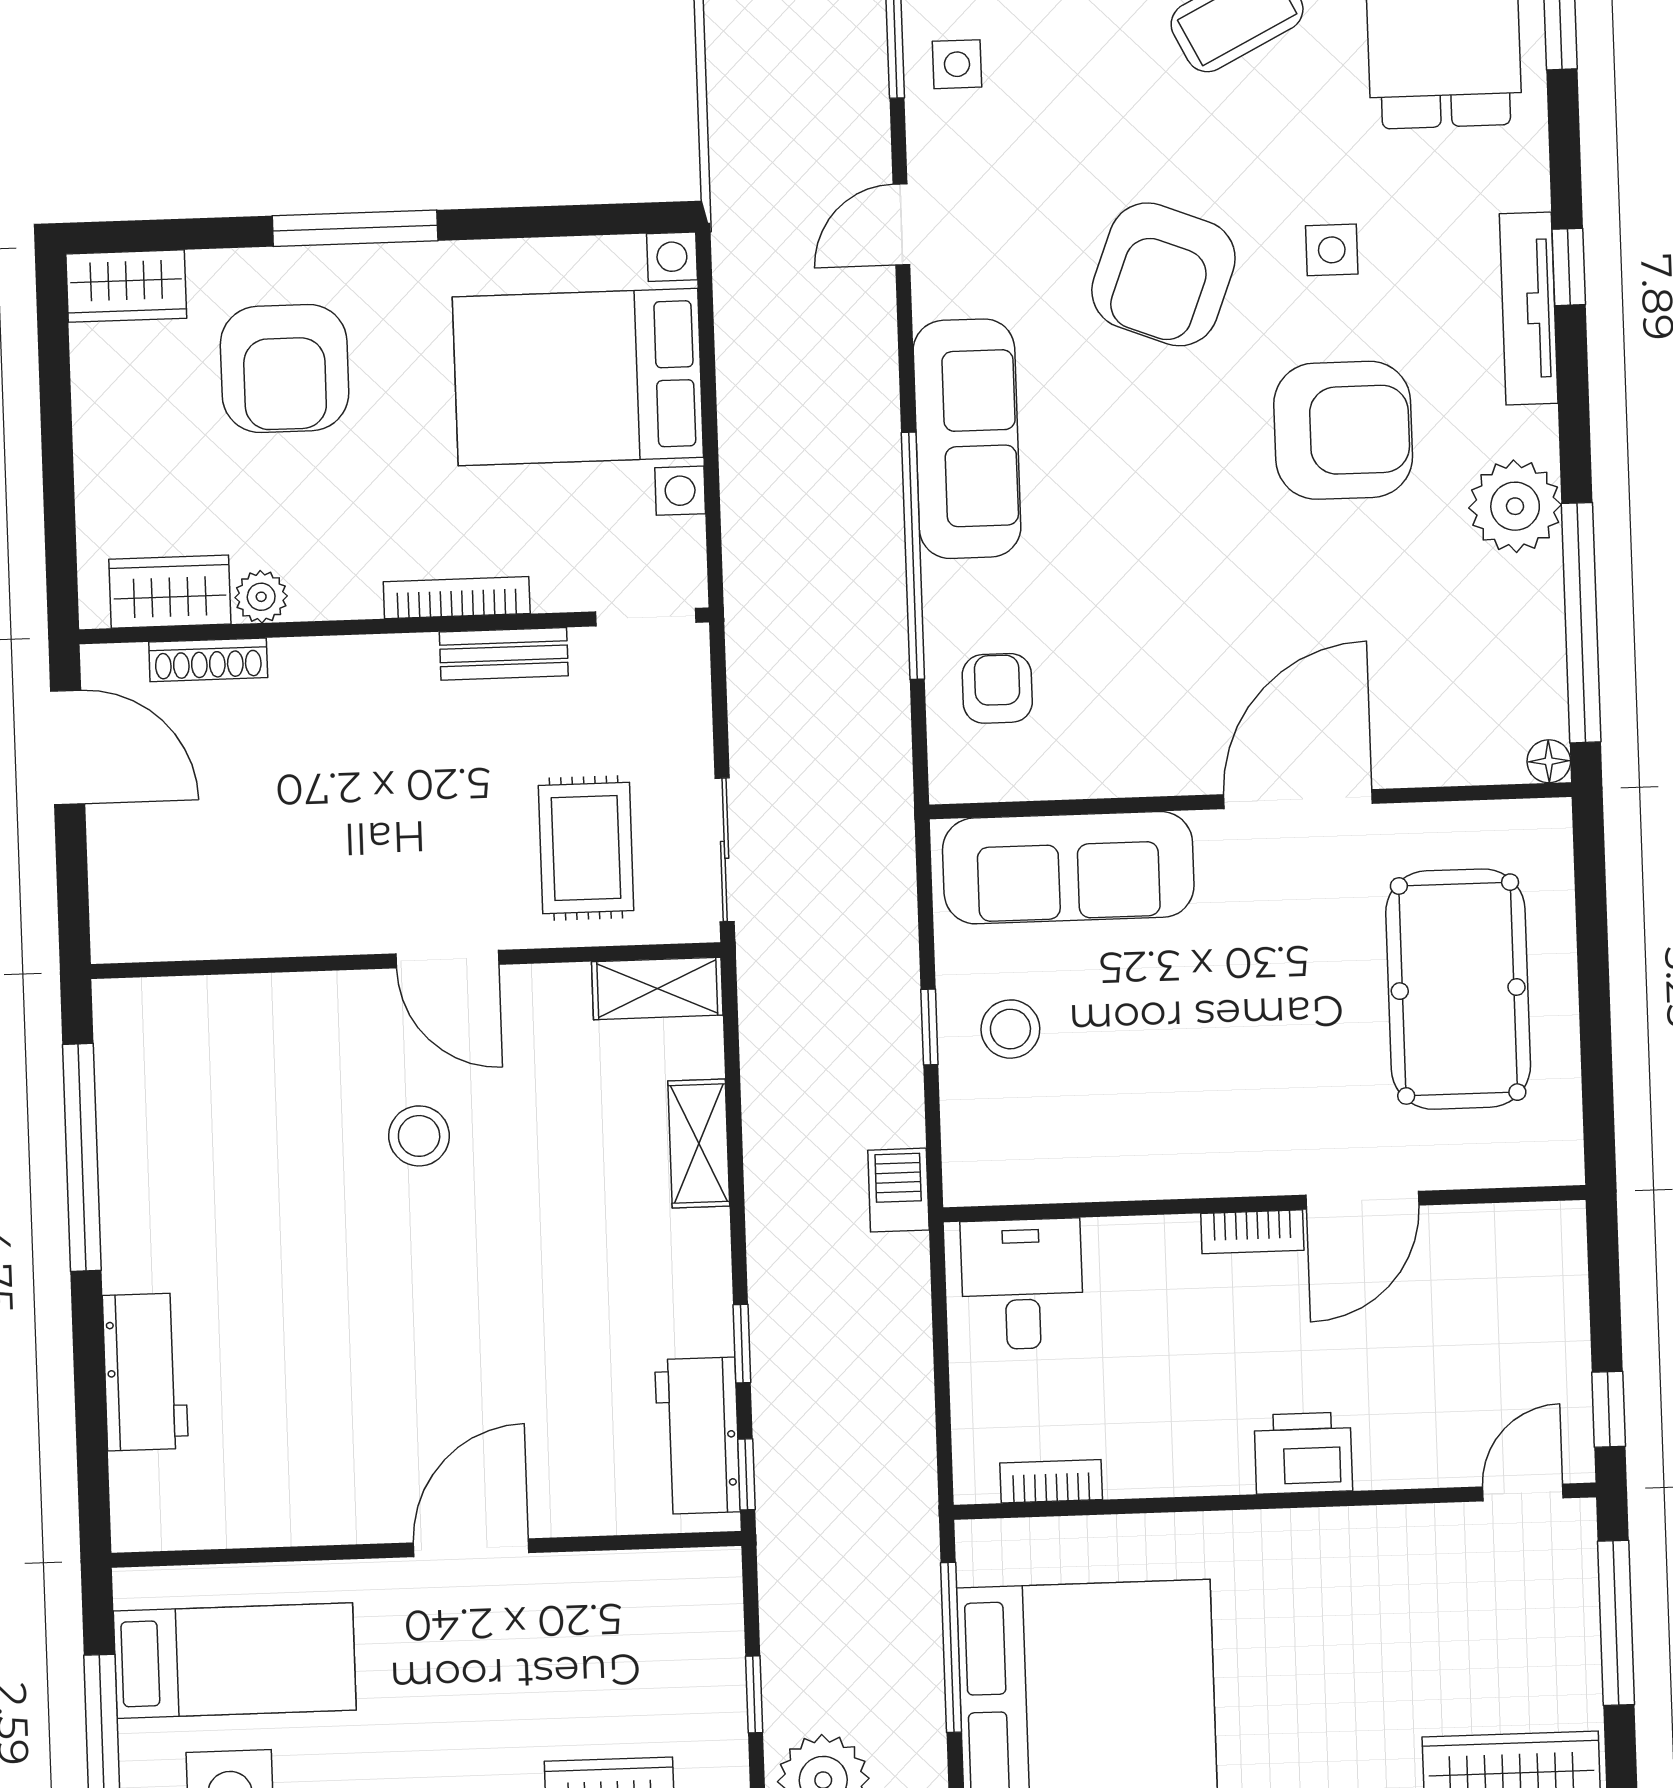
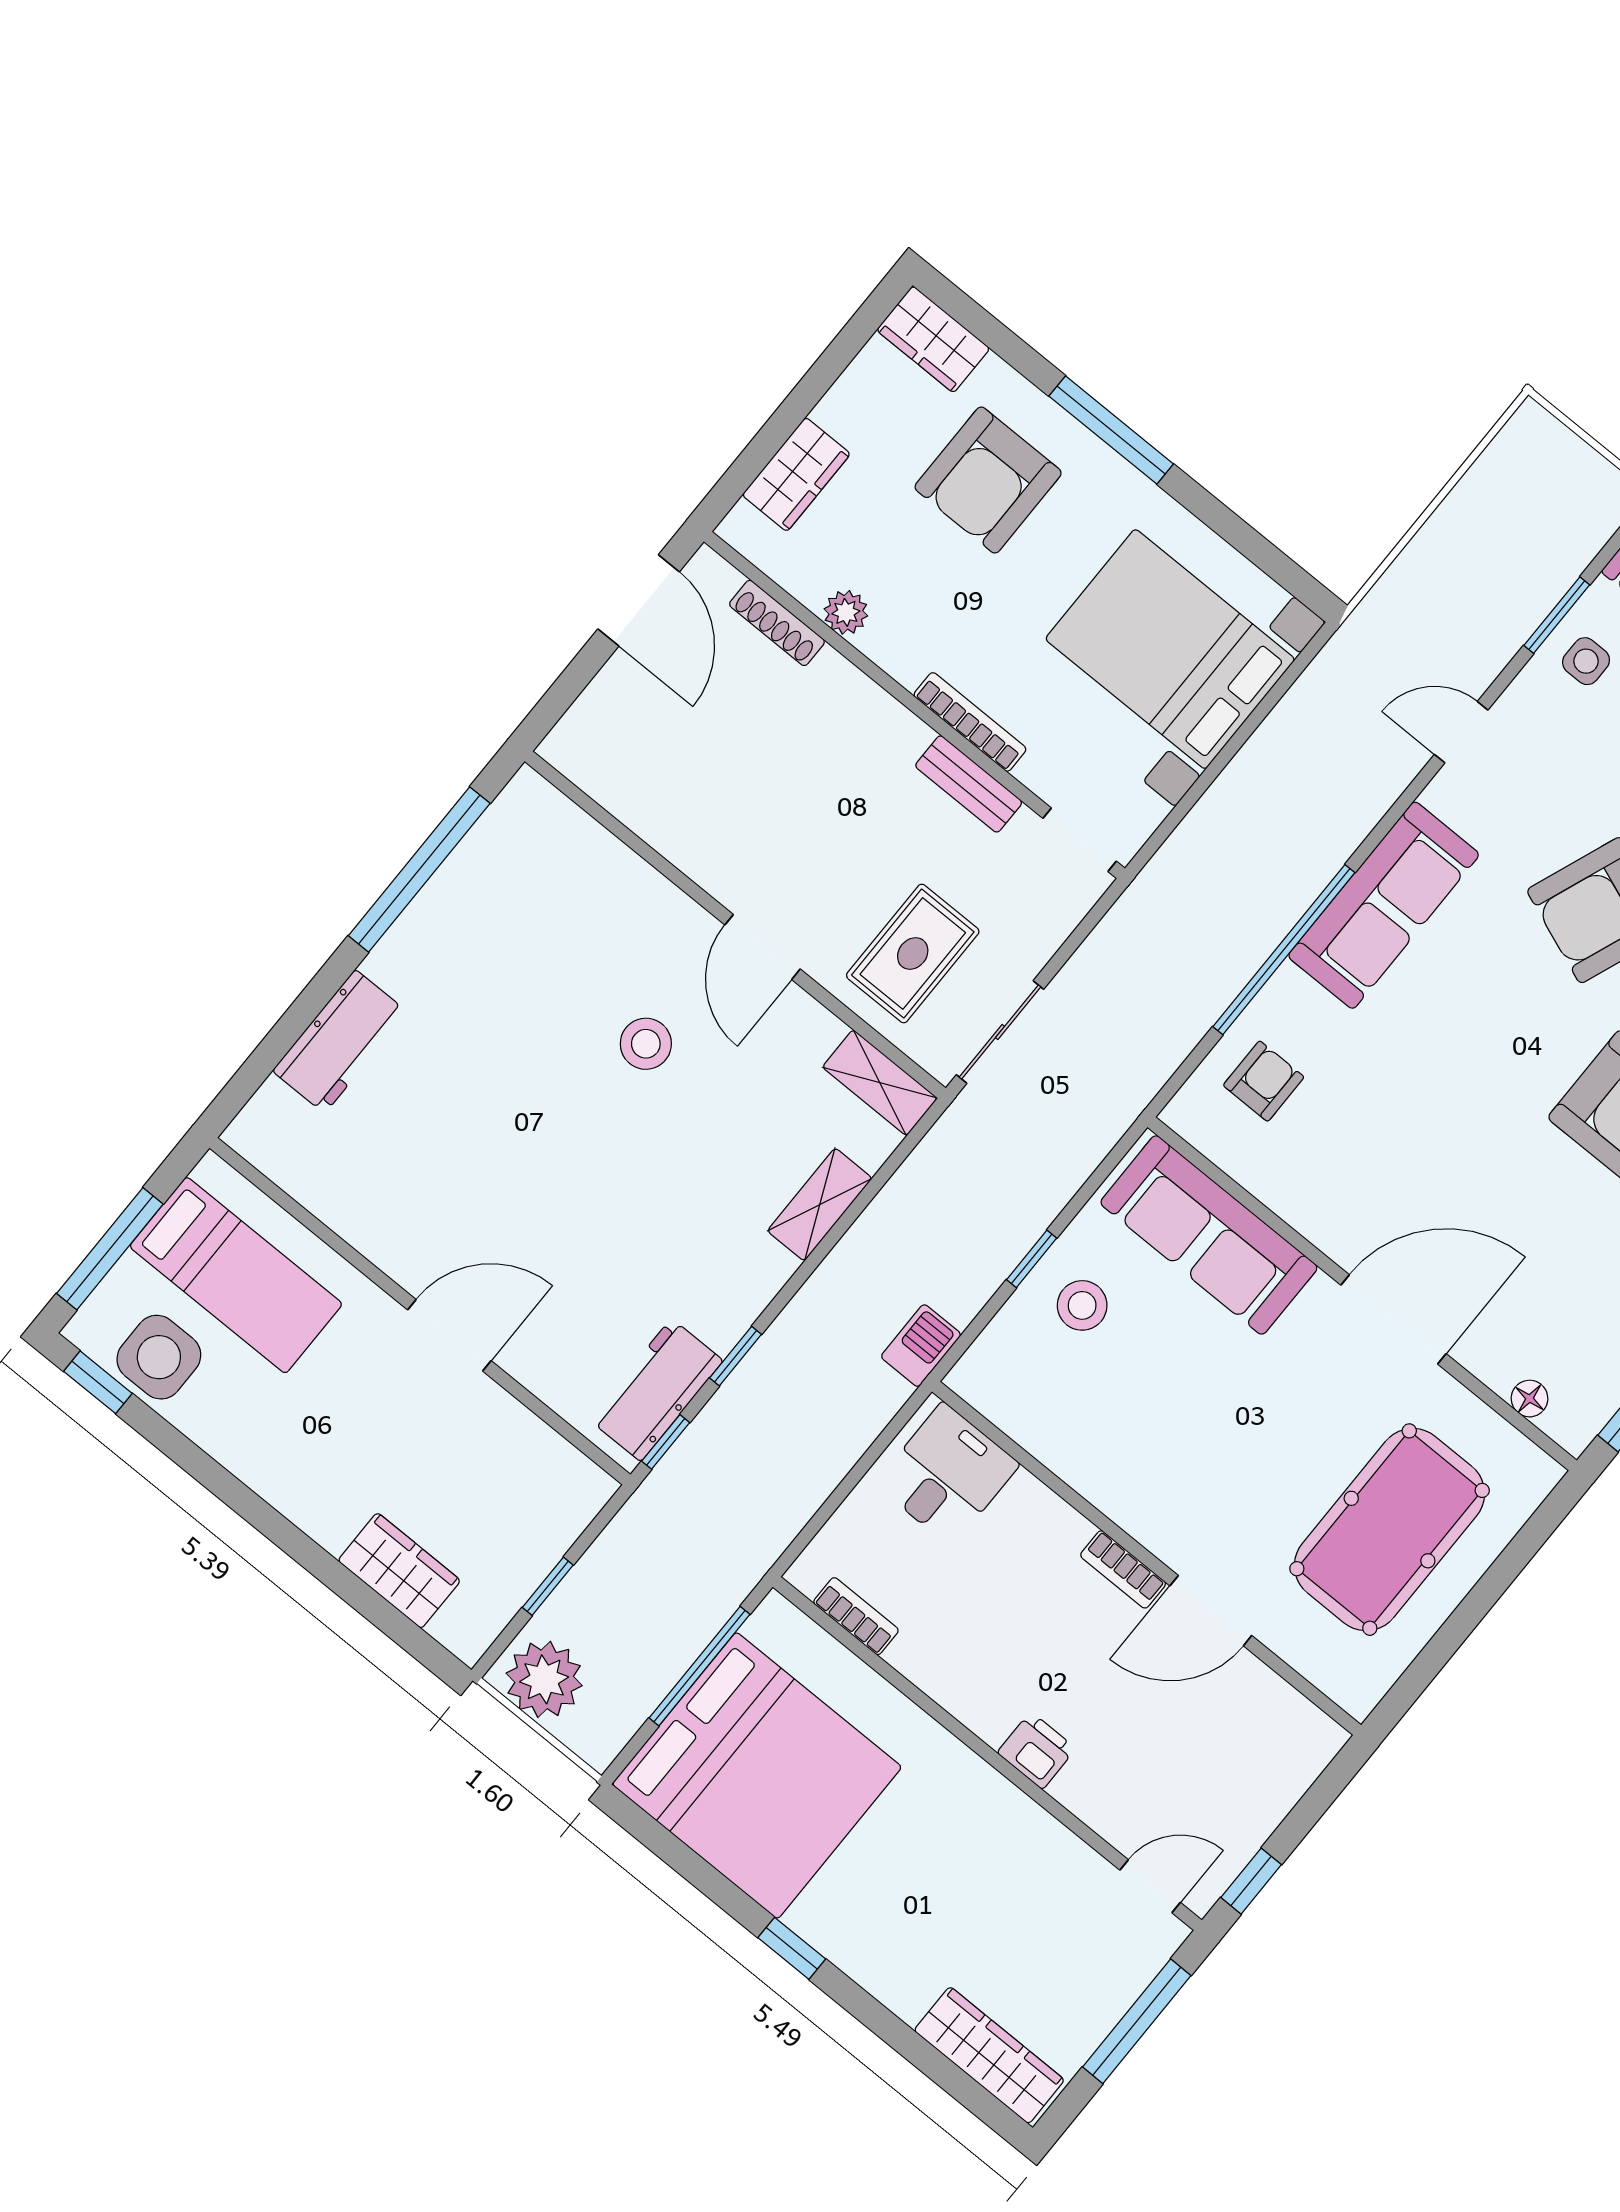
wardrobe: (170, 592) -> (796, 474), moved, turned 90
floor lamp: (1549, 761) -> (1530, 1399), moved
printer: (1303, 1453) -> (1036, 1751), width x0.73, depth x0.81

